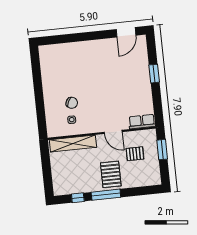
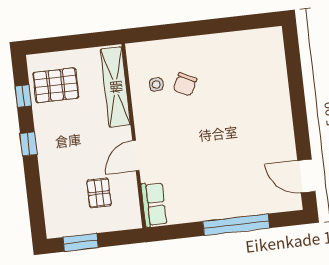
window: (154, 74) -> (236, 225), width x2.11
window: (162, 150) -> (81, 242), moved
pallet: (111, 174) -> (56, 85), moved
window: (106, 195) -> (29, 144), width x0.46

